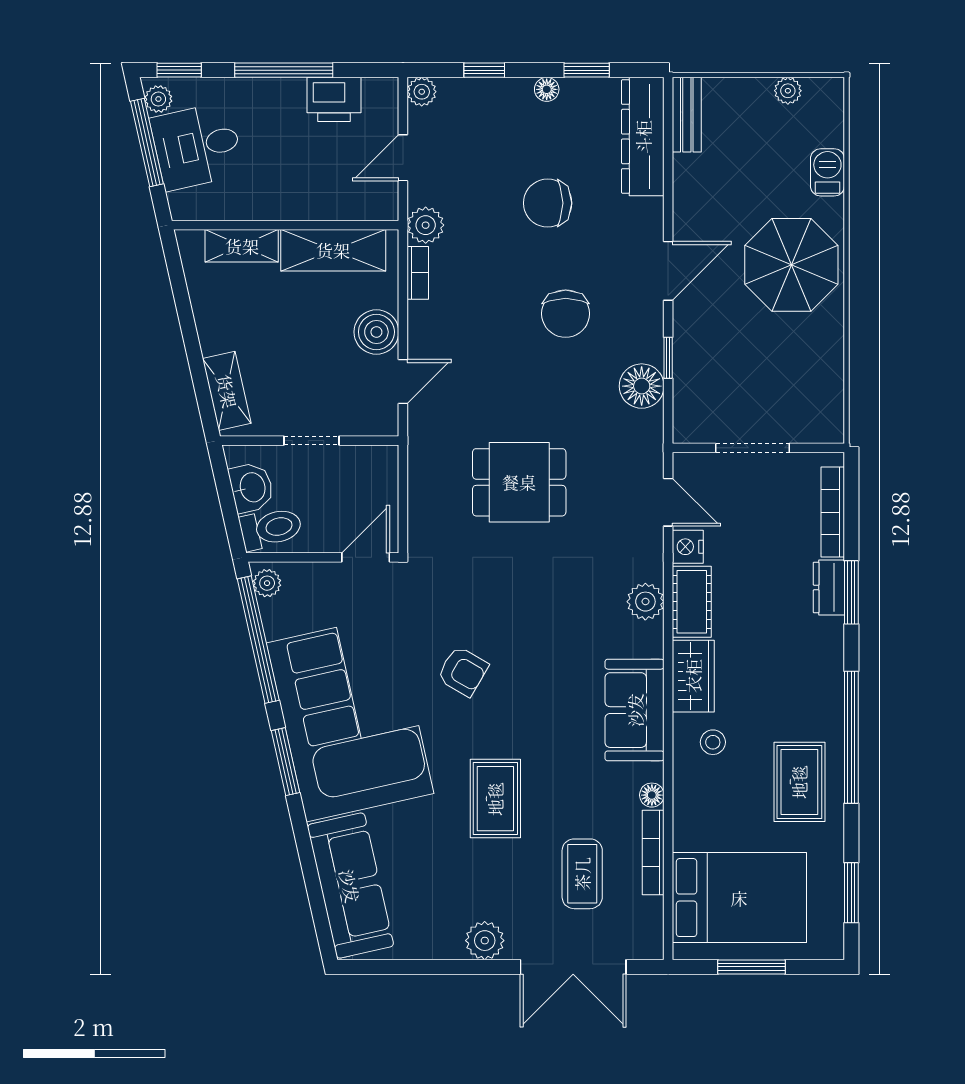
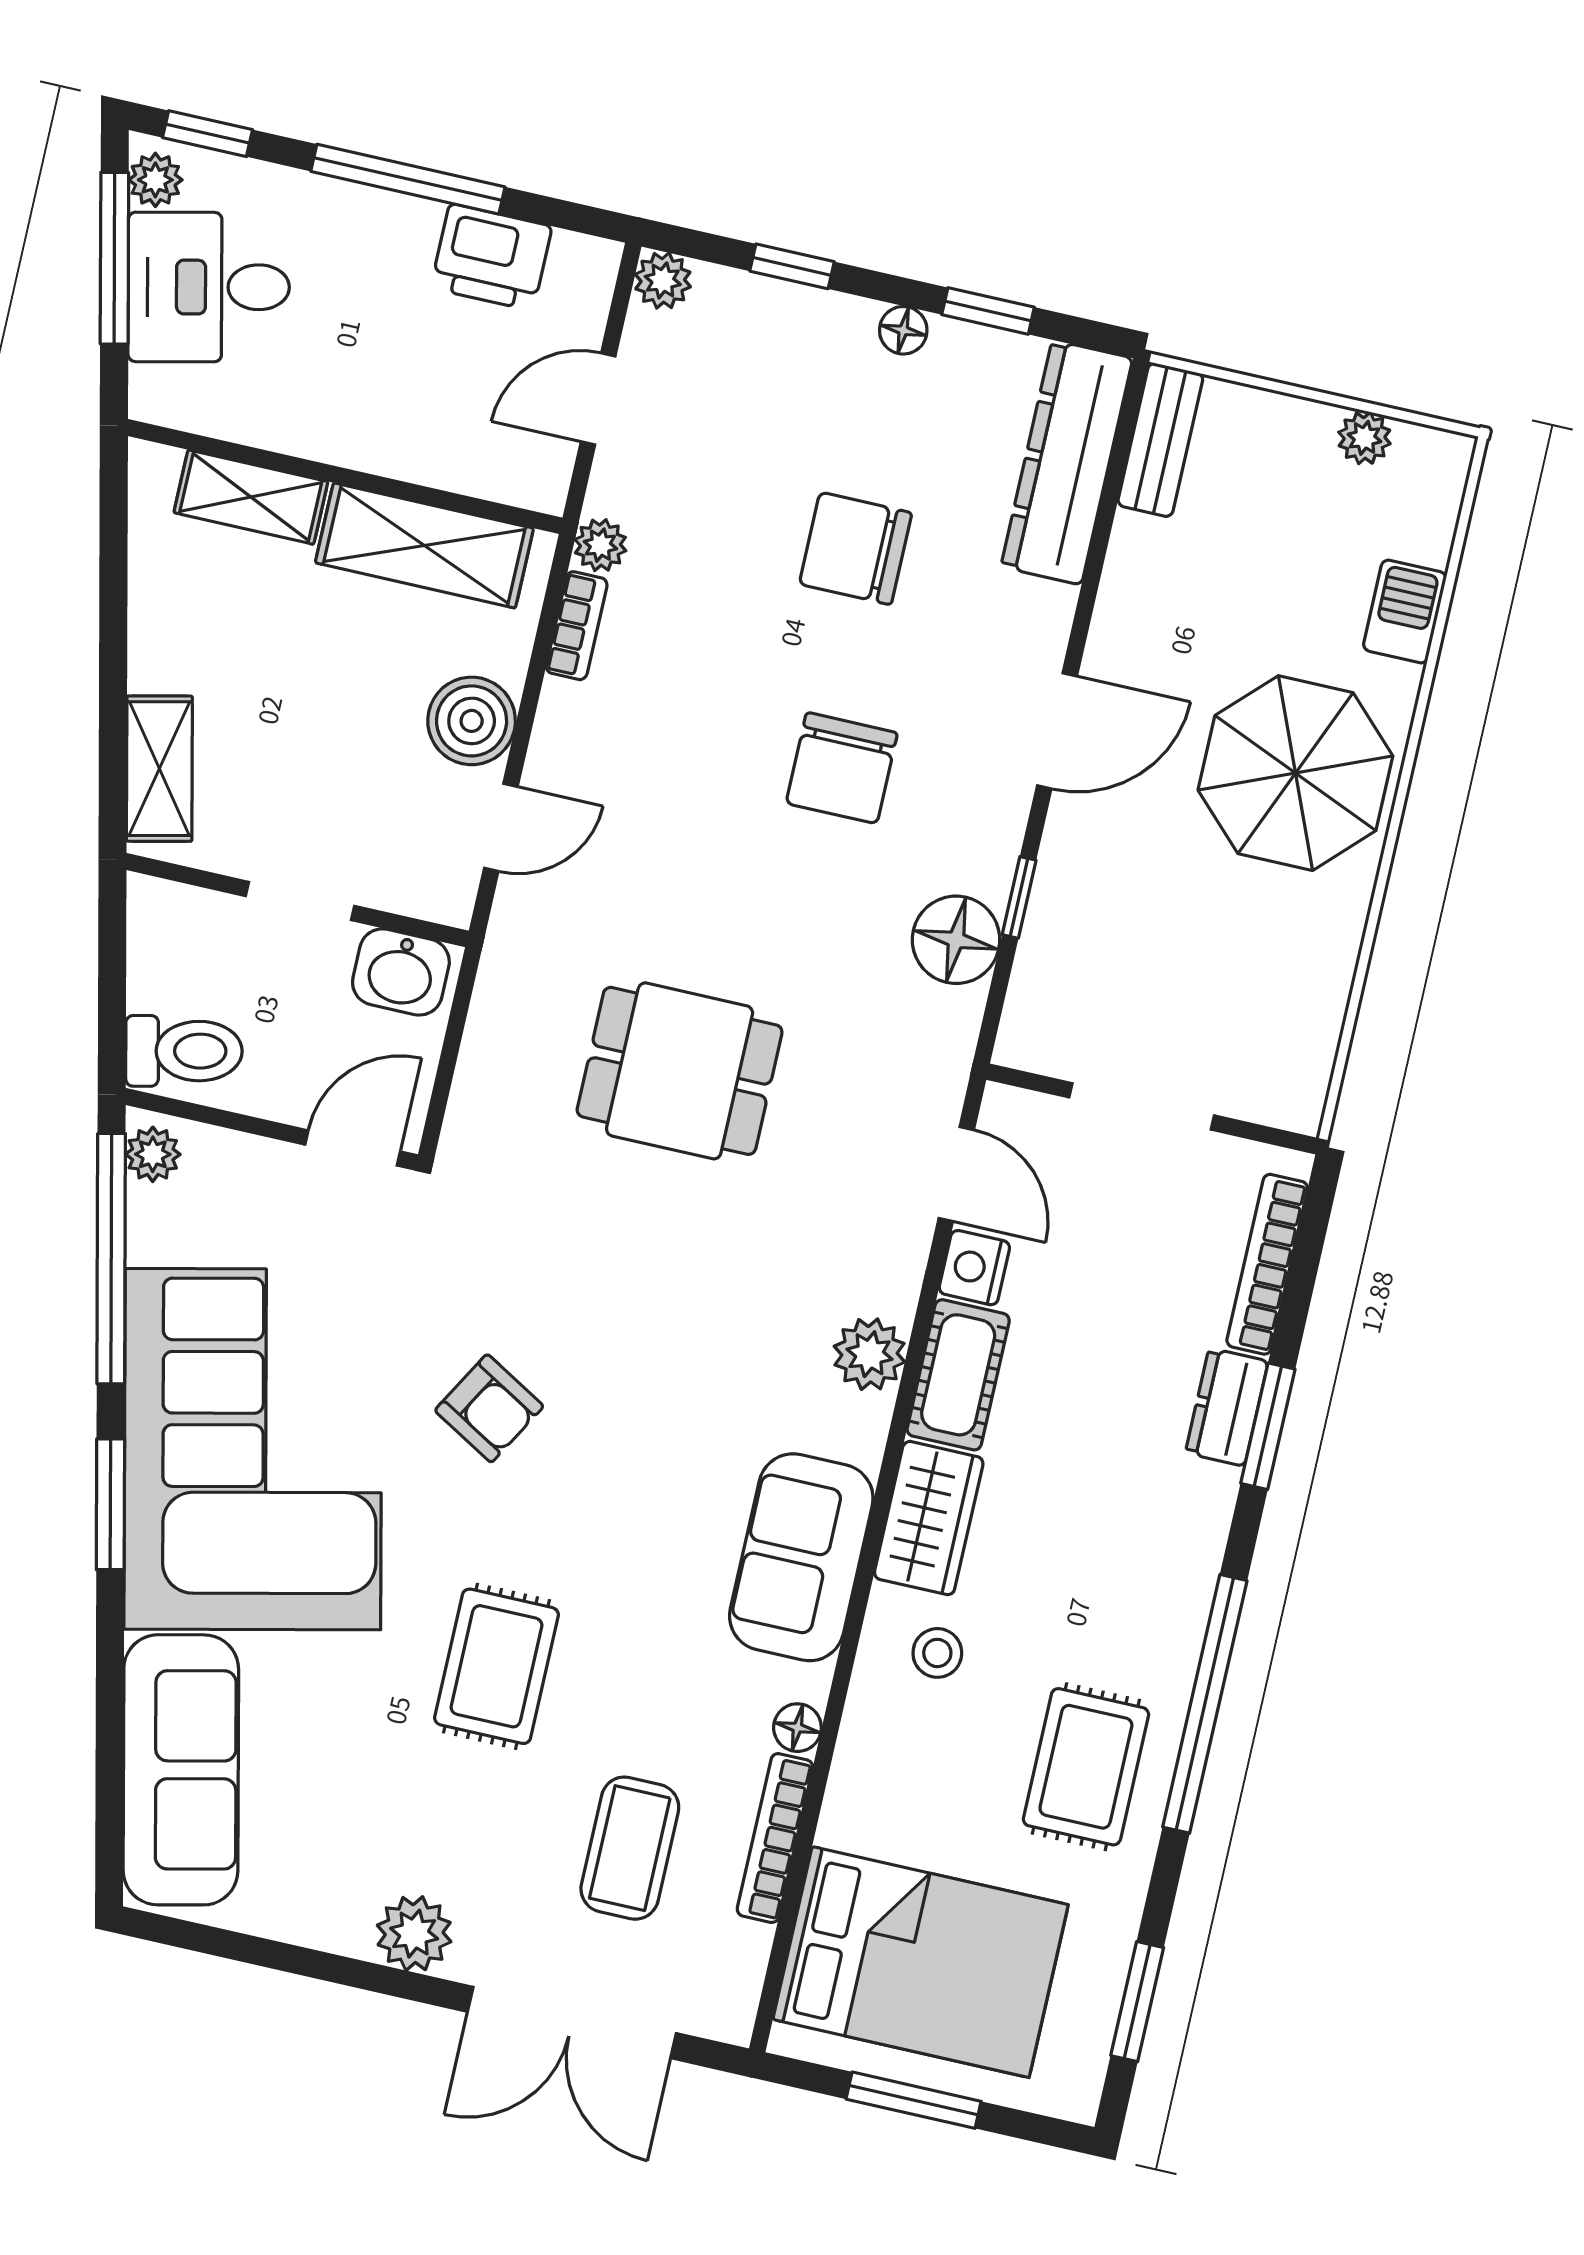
plant: (426, 225) -> (600, 545), width x0.73, depth x0.73
washbasin: (251, 488) -> (401, 972), moved, turned 103

